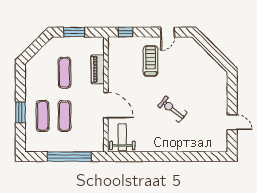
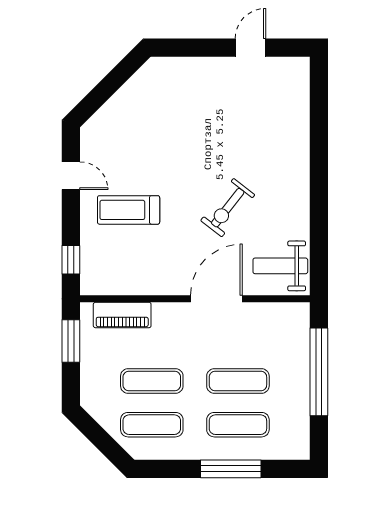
window: (74, 32) -> (71, 341), moved
piano: (98, 69) -> (122, 315), moved
exercise mat: (43, 73) -> (152, 425), added
exercise bike: (172, 109) -> (228, 208), moved
window: (20, 112) -> (231, 469), width x1.44

